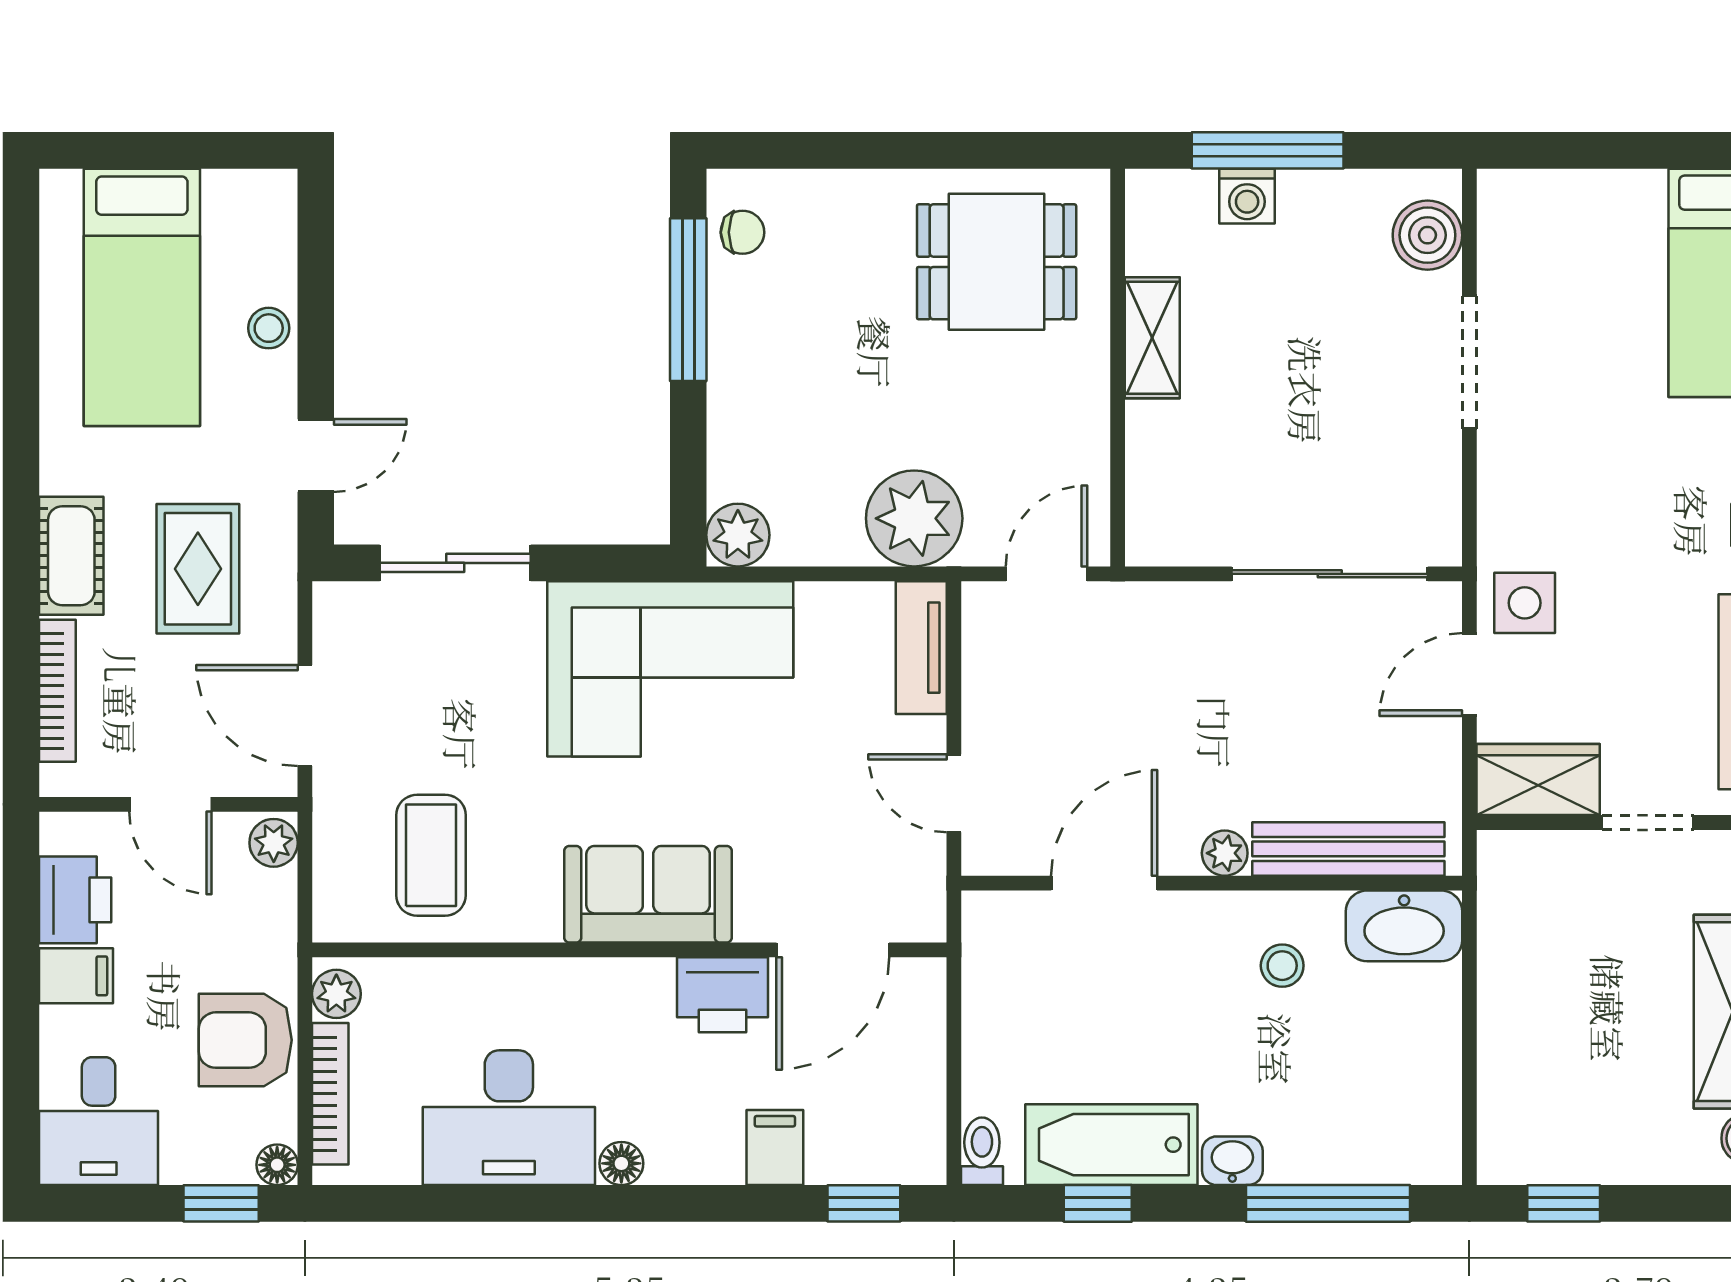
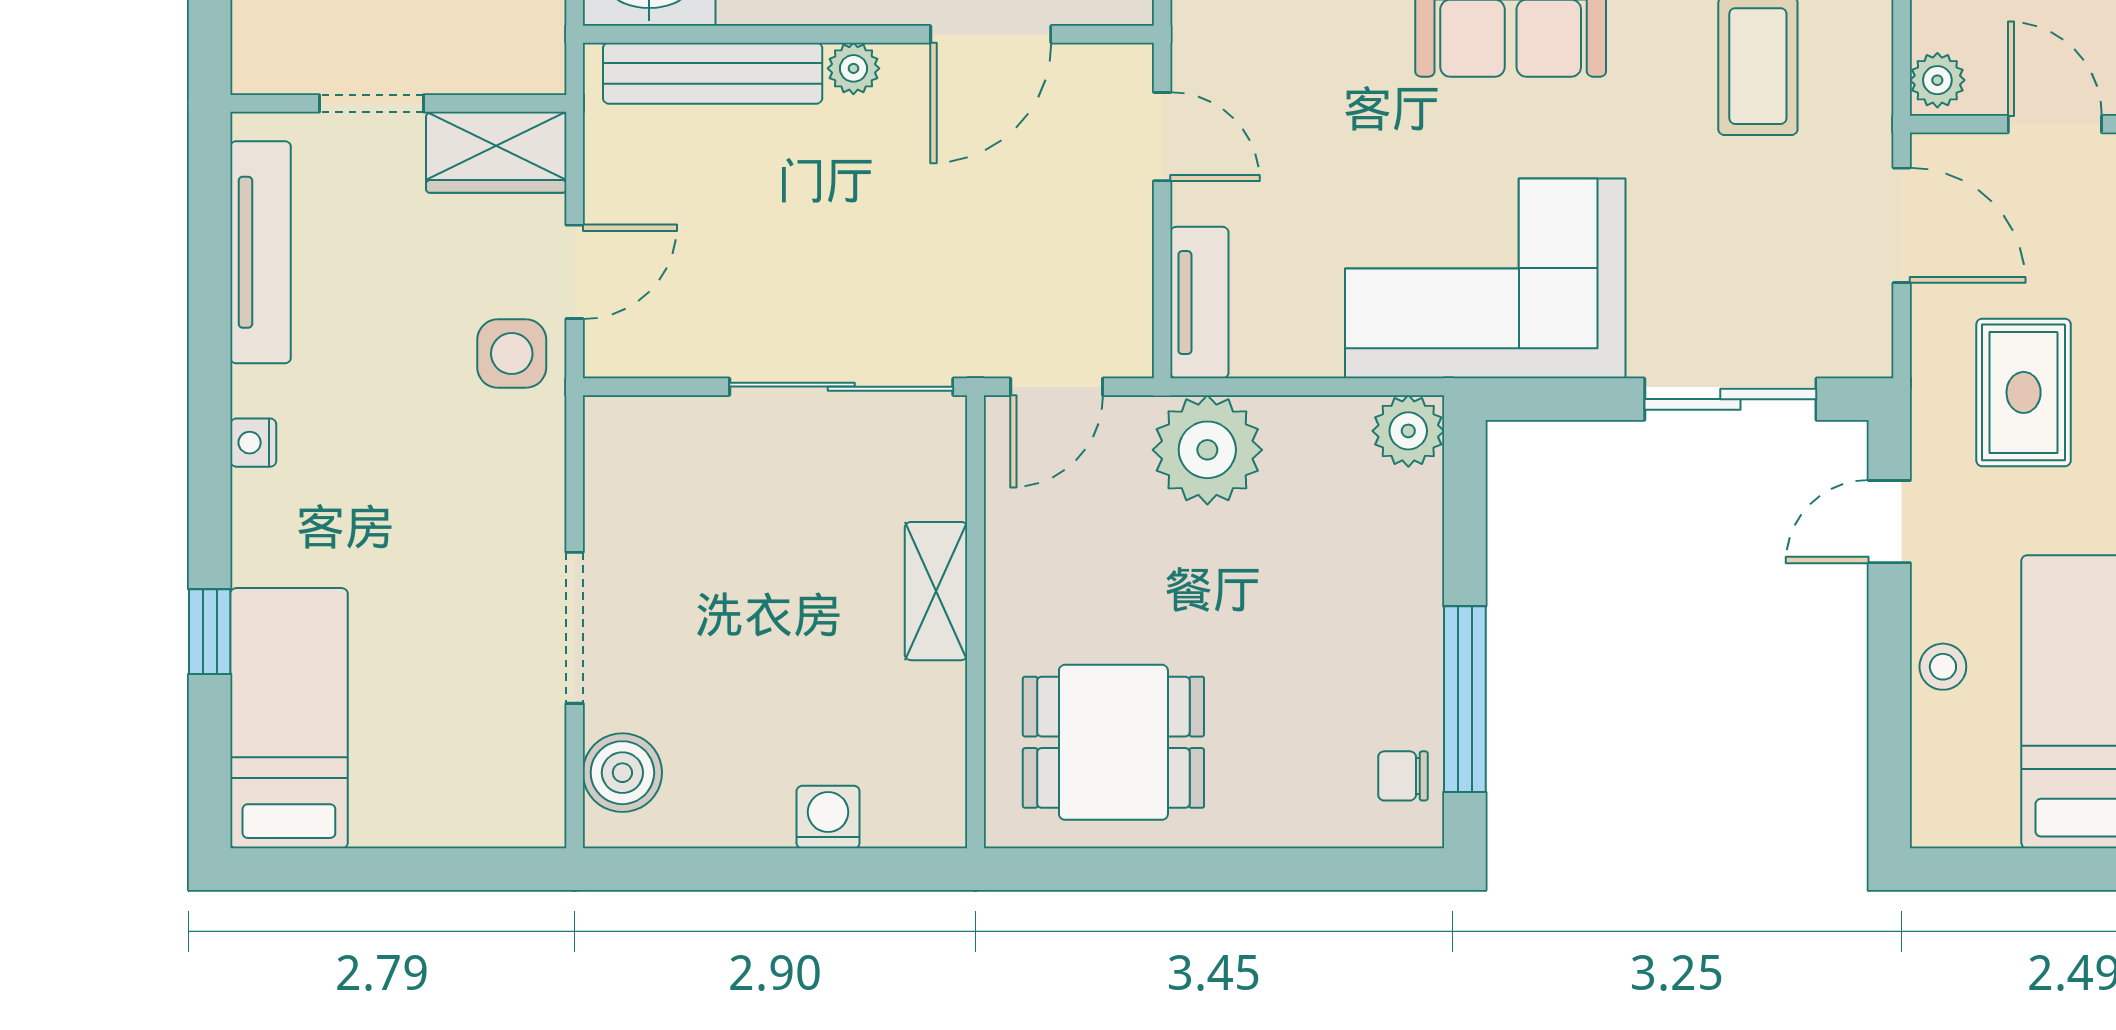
window: (1268, 150) -> (805, 869), removed
shelving: (1152, 338) -> (936, 591), moved
sliding door: (1330, 574) -> (841, 387), moved

